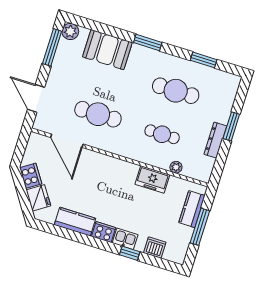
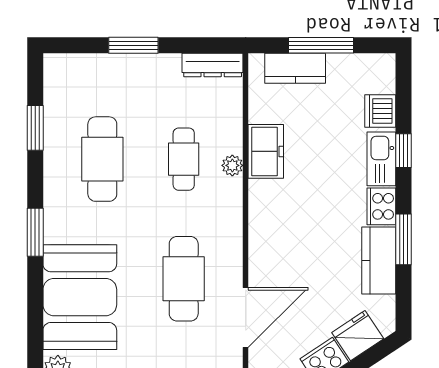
booth: (107, 50) -> (80, 297), width x1.36, depth x1.42
dresser: (215, 140) -> (213, 65), moved
plant: (176, 167) -> (232, 165), moved
window: (82, 238) -> (403, 239), added
kitchen sink: (125, 239) -> (381, 159), width x1.38

